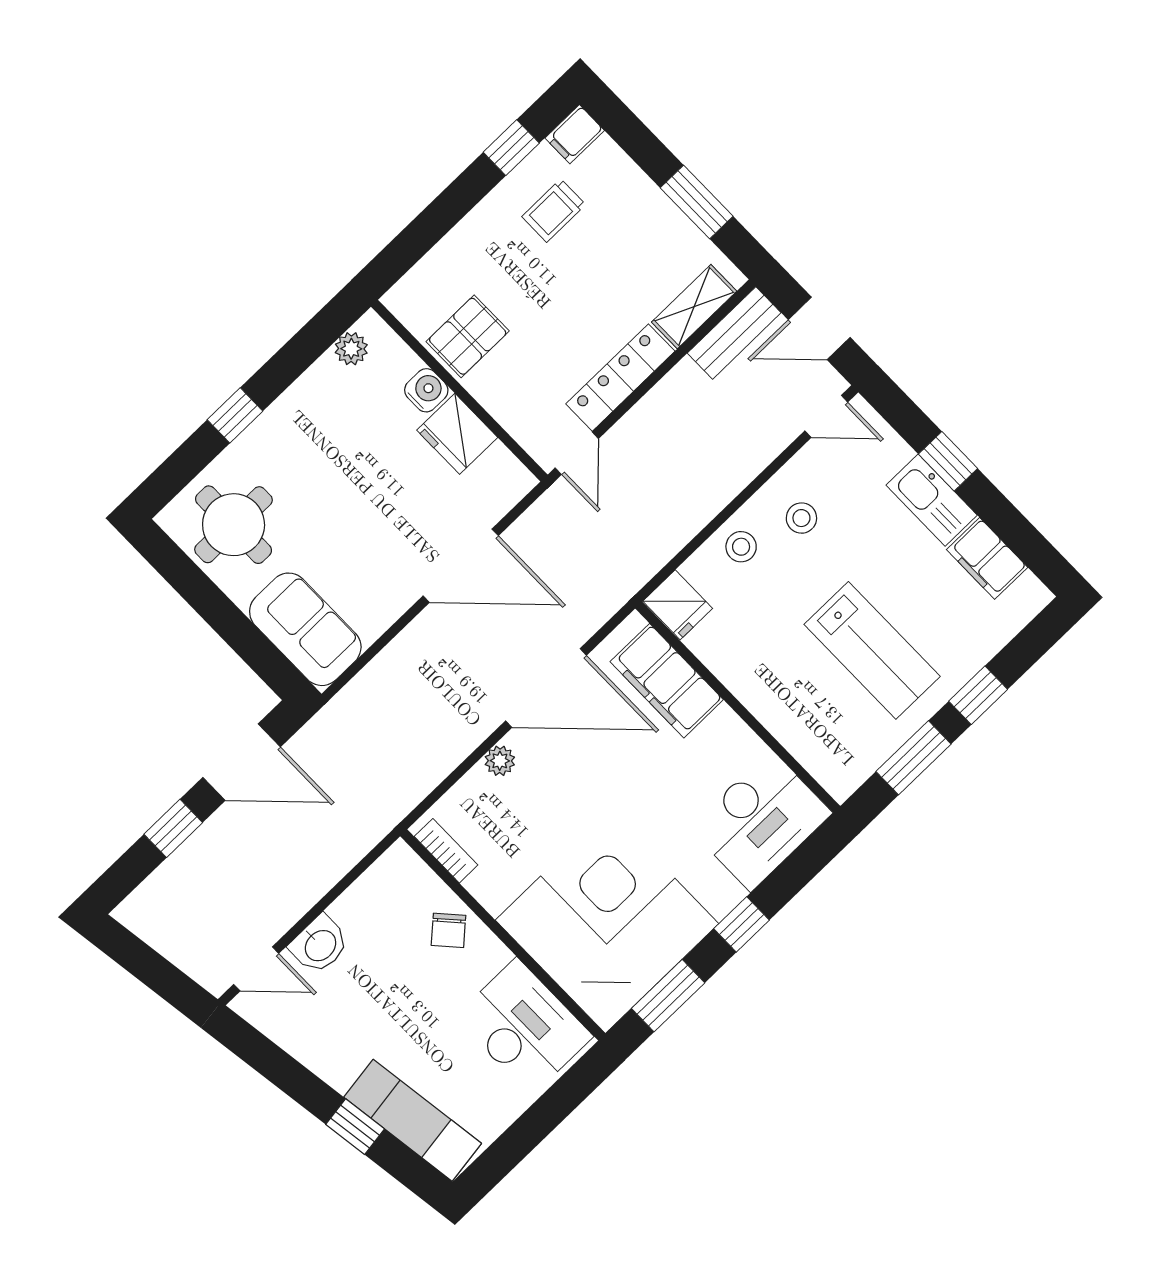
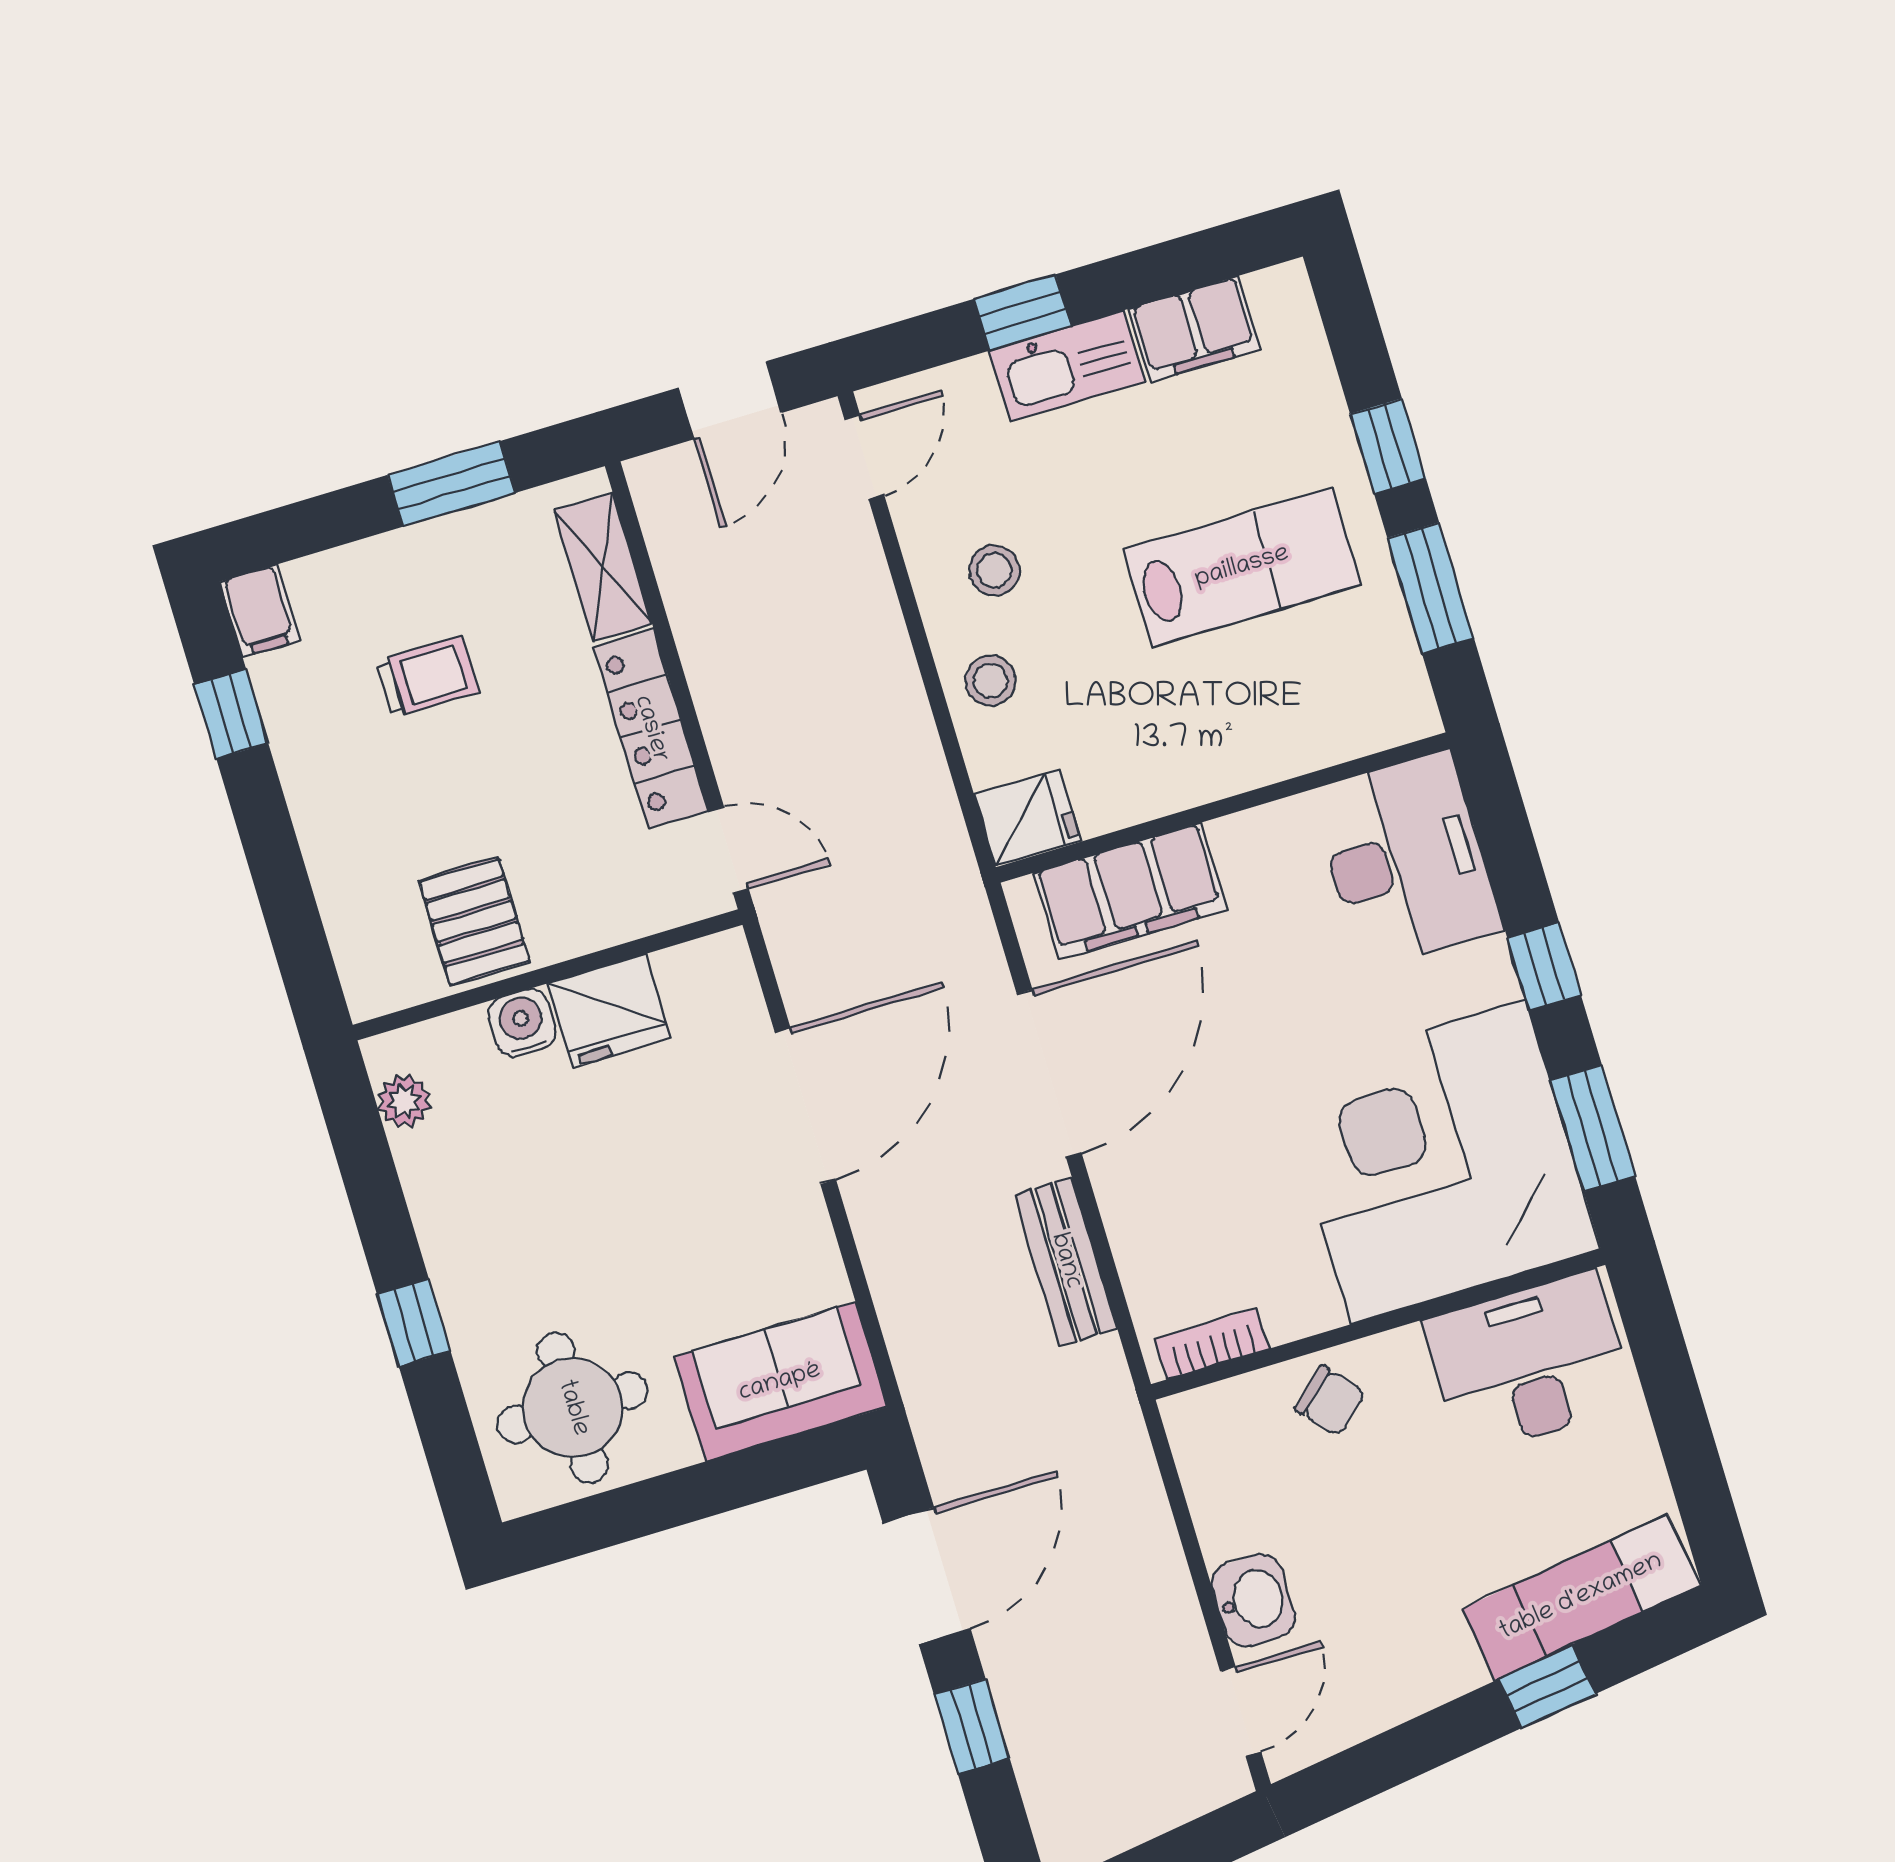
trolley: (554, 211) -> (428, 677), moved, turned -90
bench: (734, 333) -> (1066, 1261), moved
plant: (500, 761) -> (1121, 1197), removed

